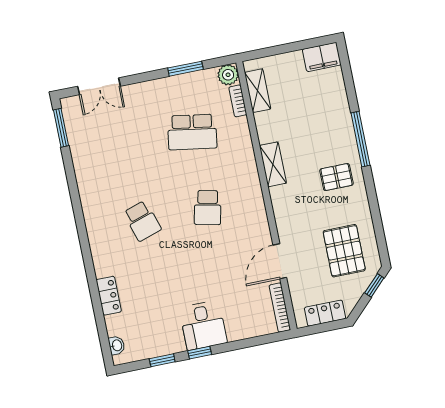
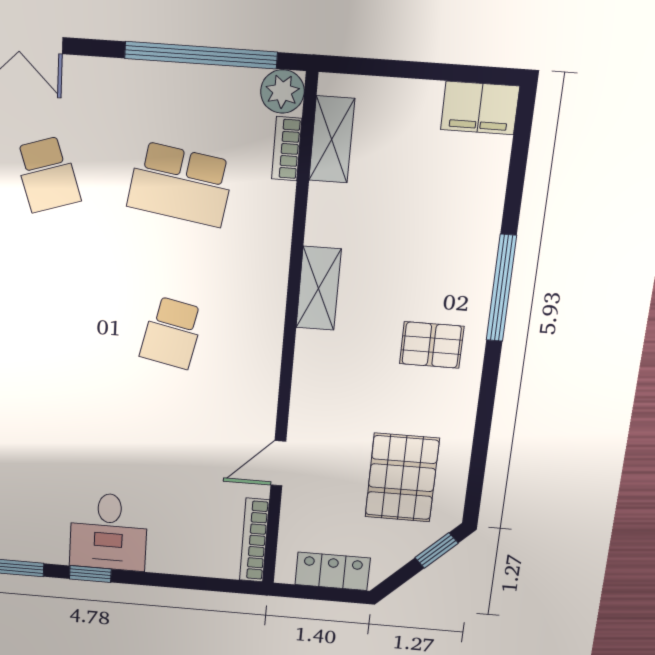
window: (185, 69) -> (201, 55), width x2.11
school desk: (142, 221) -> (47, 175), moved
door: (280, 261) -> (278, 463), width x0.73

